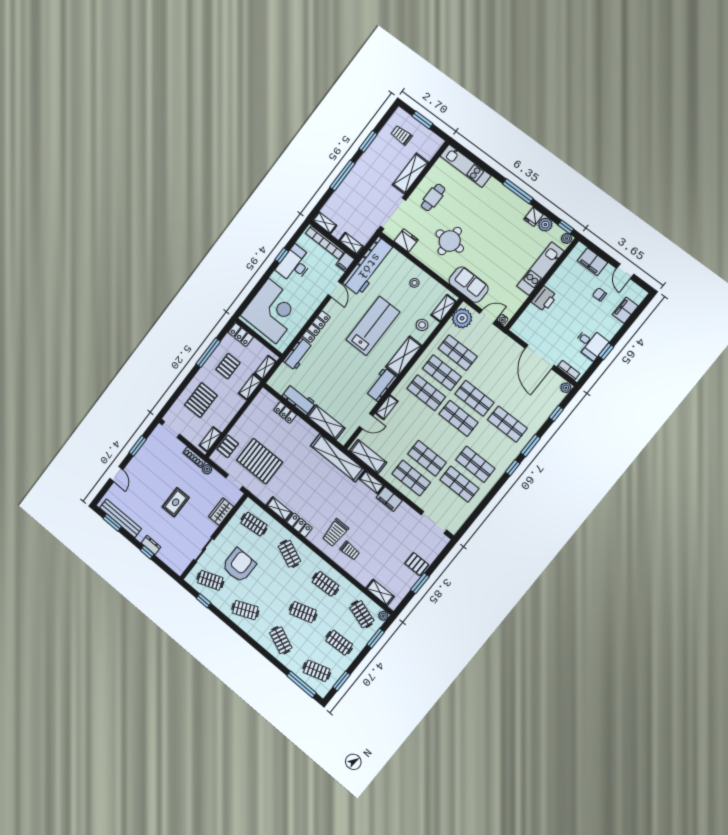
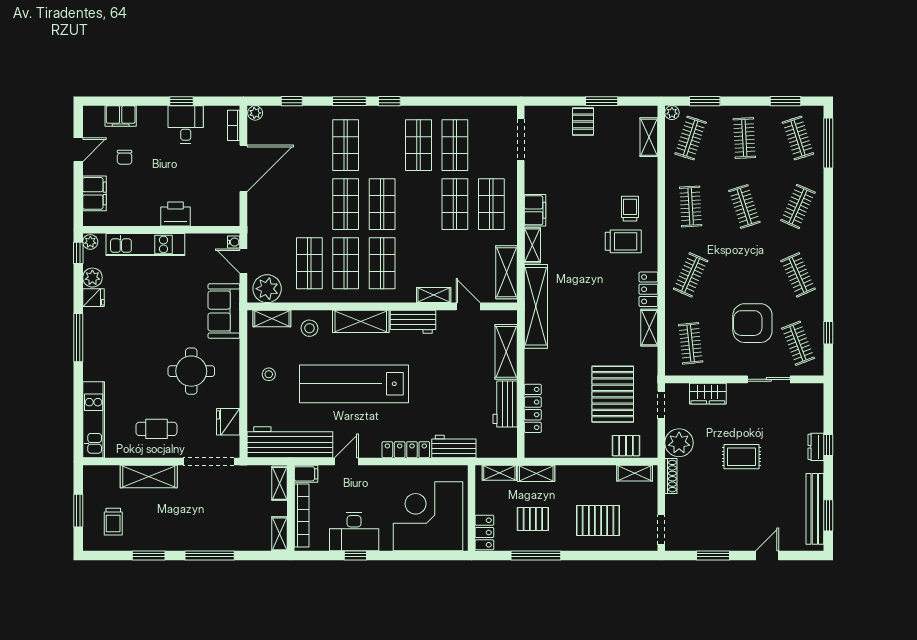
lab bench: (373, 326) -> (354, 384), width x1.36
locker: (285, 412) -> (533, 408), width x1.53
plant: (207, 469) -> (679, 443), width x1.88, depth x1.88

